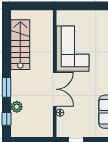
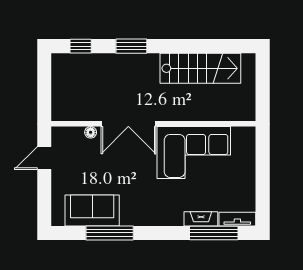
plant: (17, 107) -> (100, 62), removed

